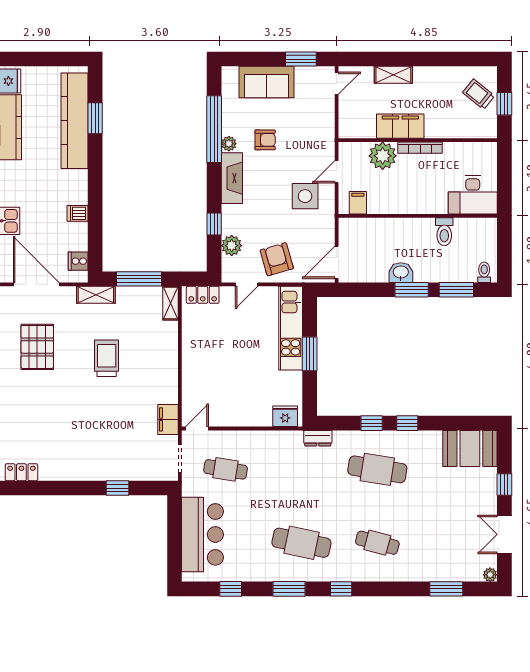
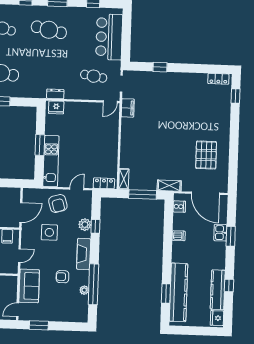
sofa: (267, 82) -> (29, 286), moved, turned 90
plant: (229, 144) -> (84, 290), moved
side table: (305, 196) -> (49, 232), moved
plant: (232, 246) -> (85, 225), moved
door: (337, 262) -> (21, 212), moved
trolley: (107, 358) -> (164, 147), removed
dresser: (318, 438) -> (55, 94), moved

